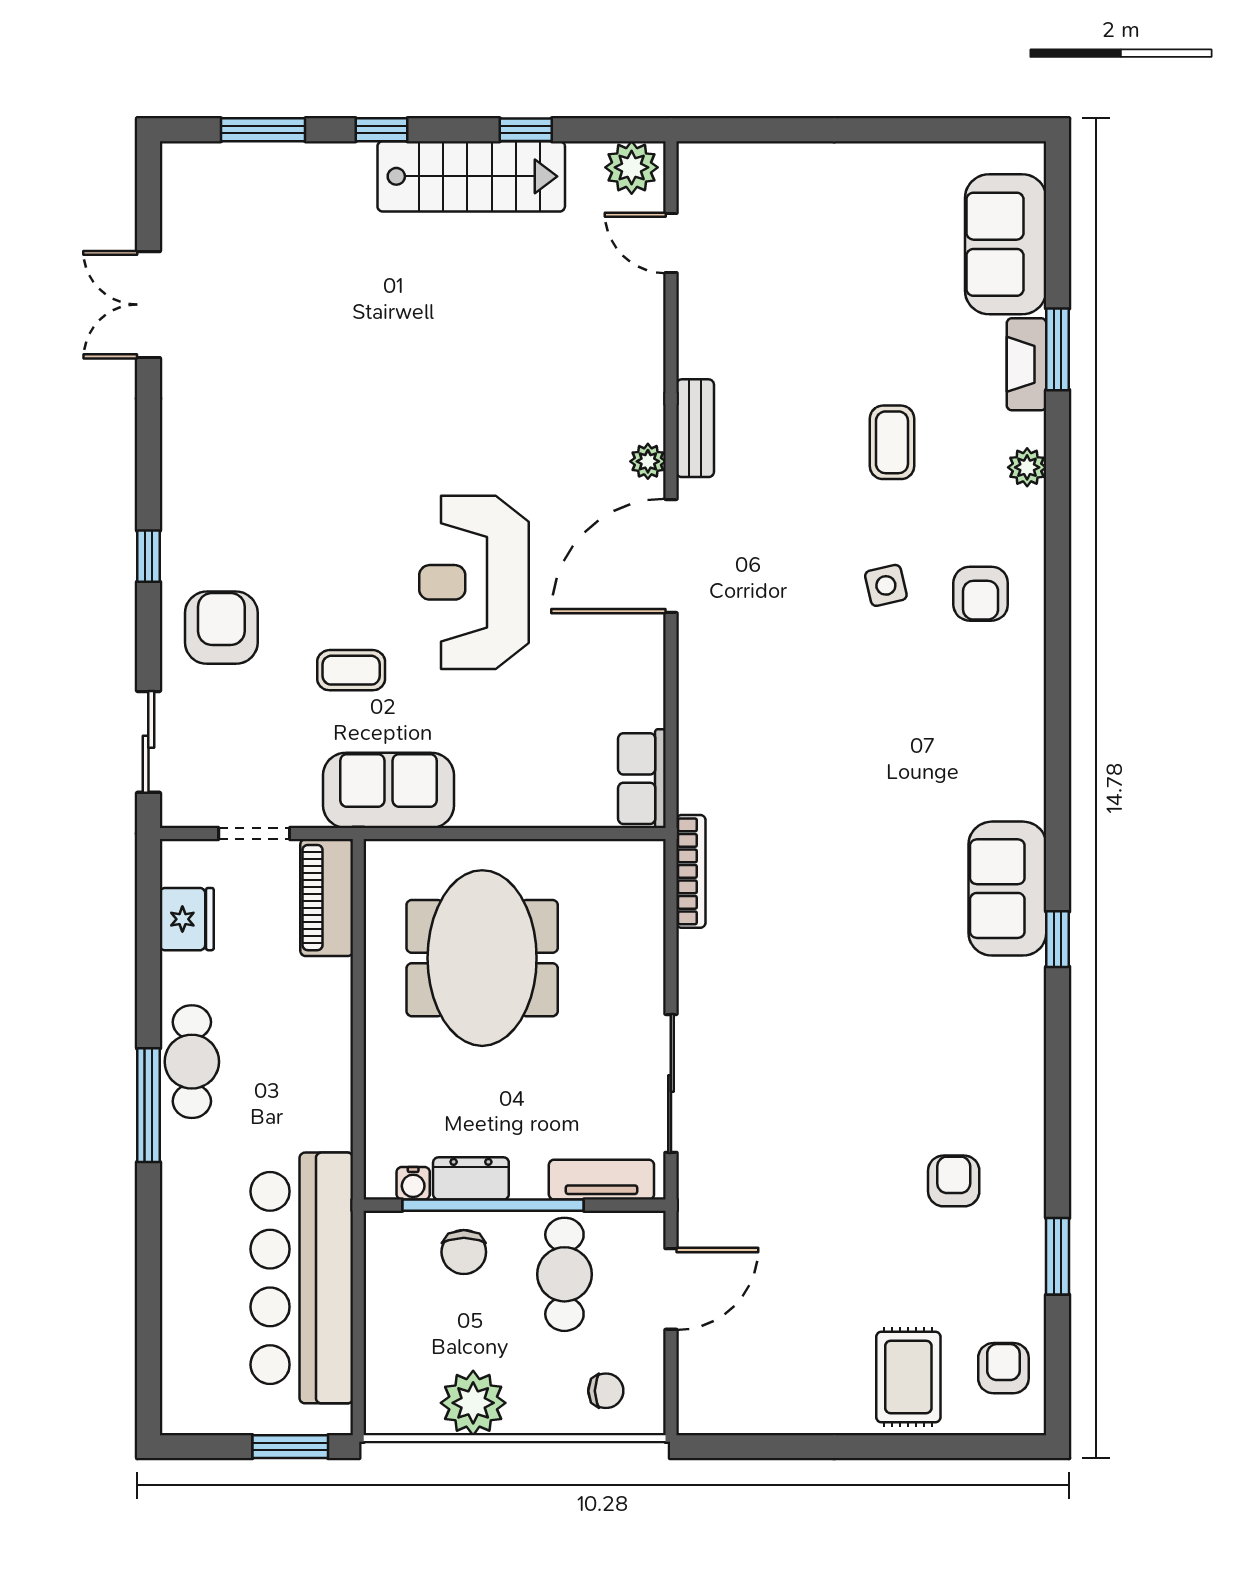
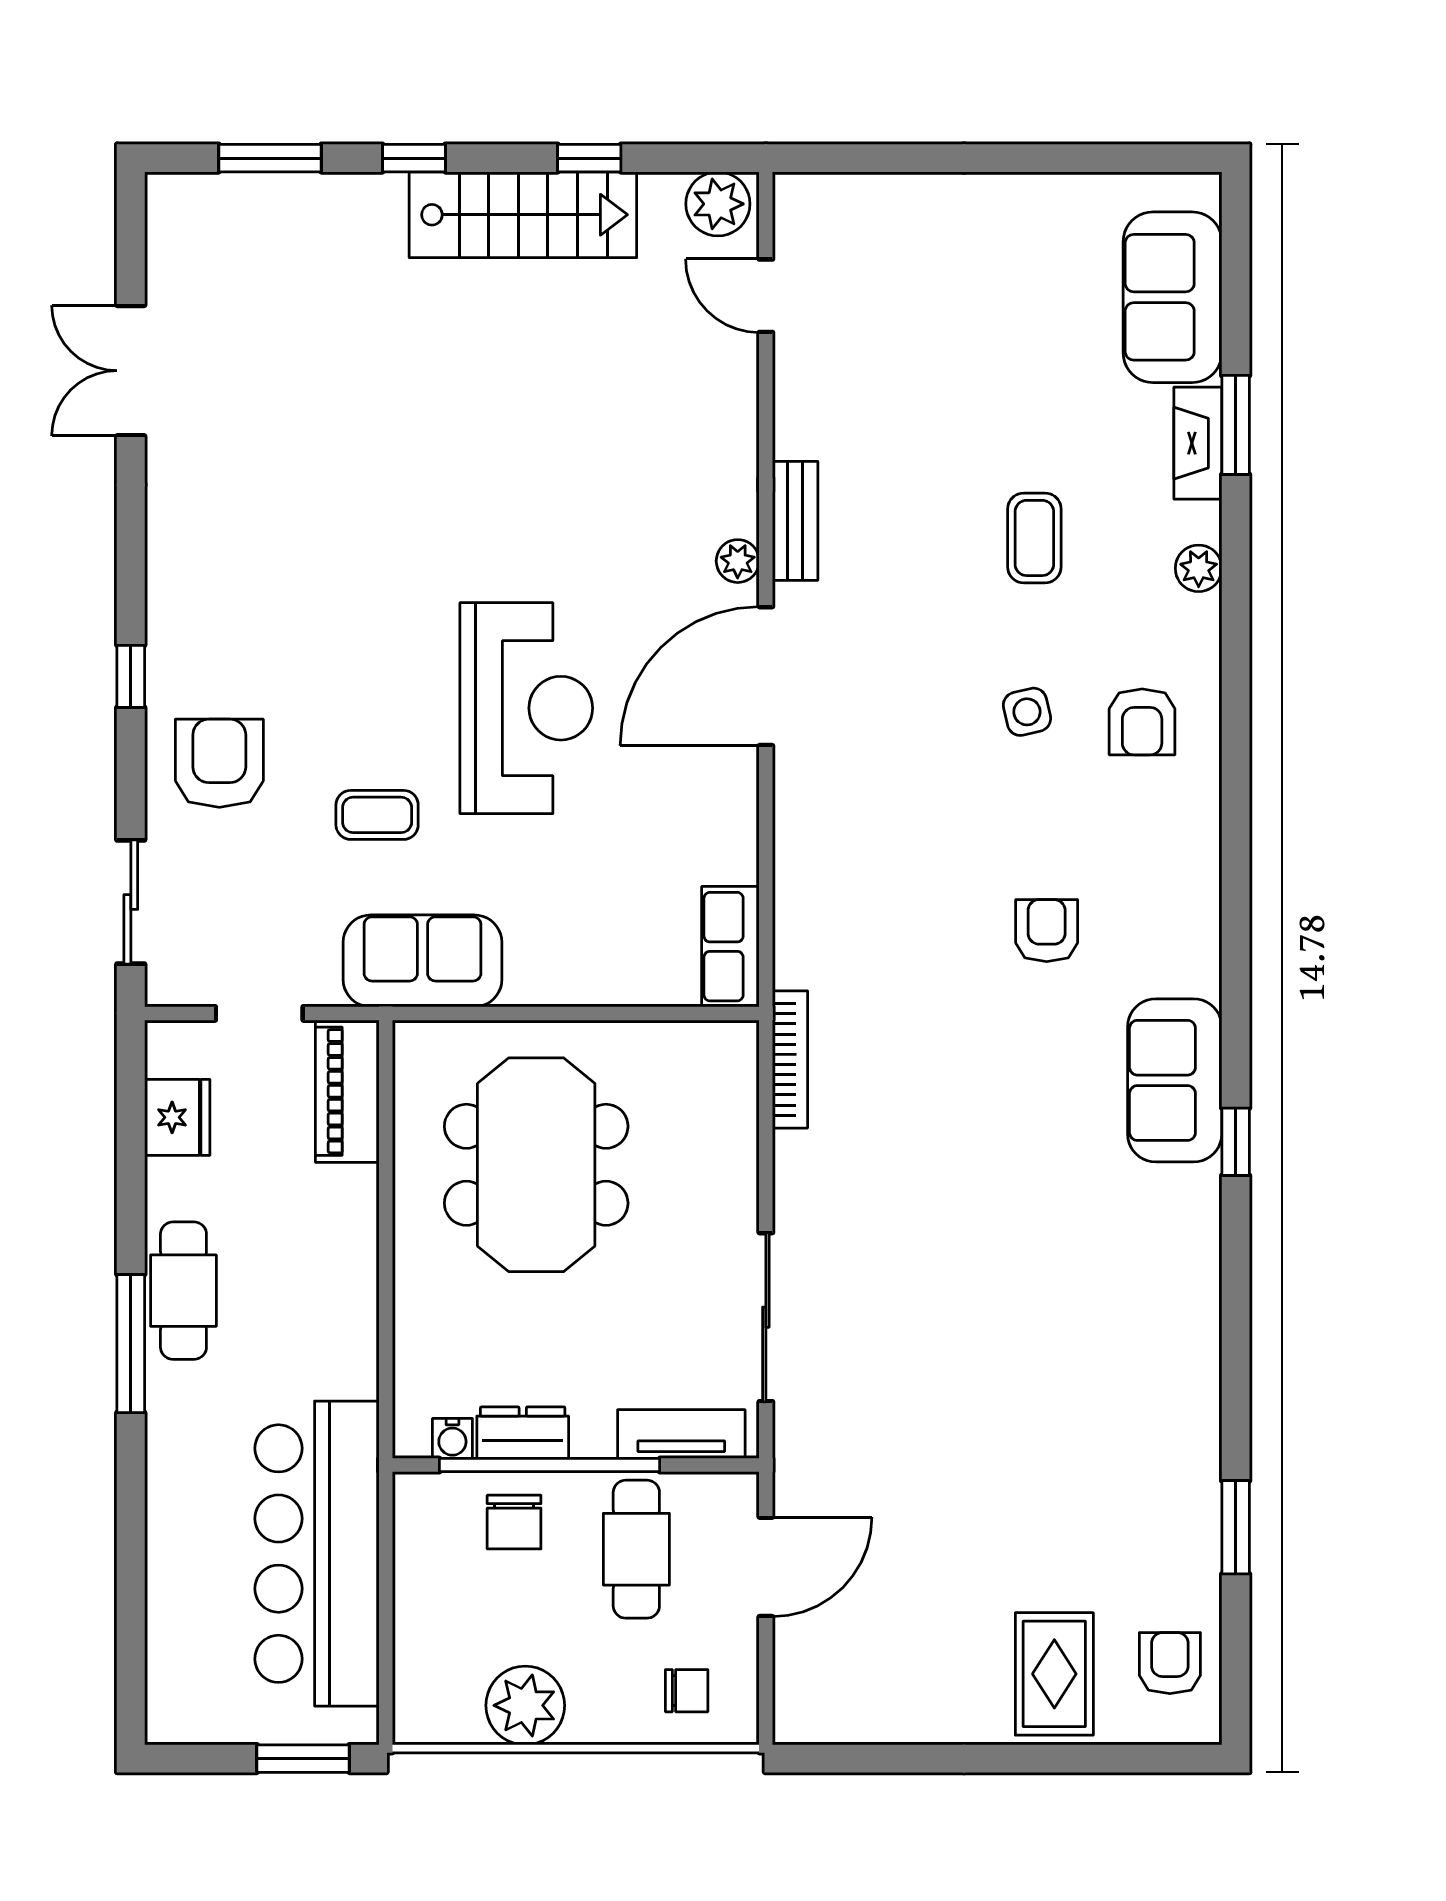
reception desk: (474, 582) -> (526, 708), turned 180
armchair: (954, 1181) -> (1047, 931), moved

